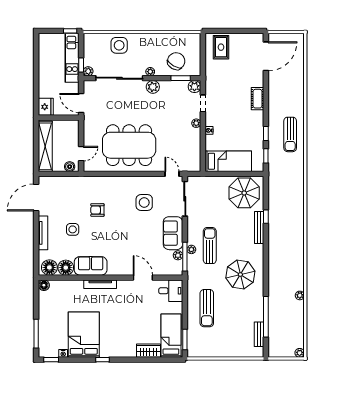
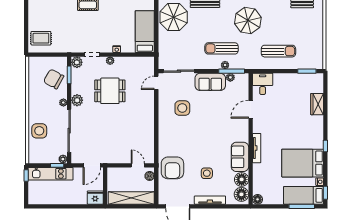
dining table: (129, 145) -> (110, 91), moved, width x0.53, depth x0.80
armchair: (97, 210) -> (172, 168), moved, width x1.88, depth x1.88
bed: (171, 336) -> (304, 195), moved

